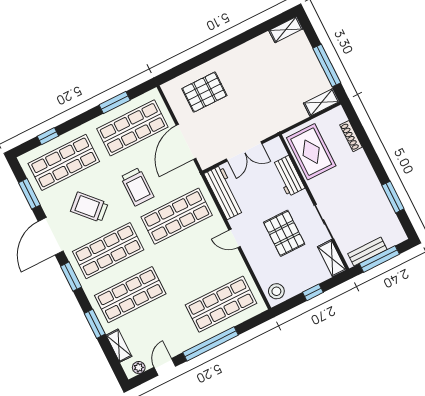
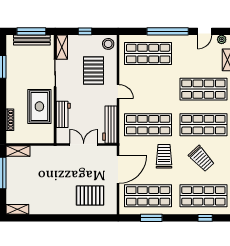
rug: (311, 152) -> (39, 106), moved
pallet: (284, 233) -> (94, 71), moved
bench: (367, 252) -> (32, 40), width x1.36

